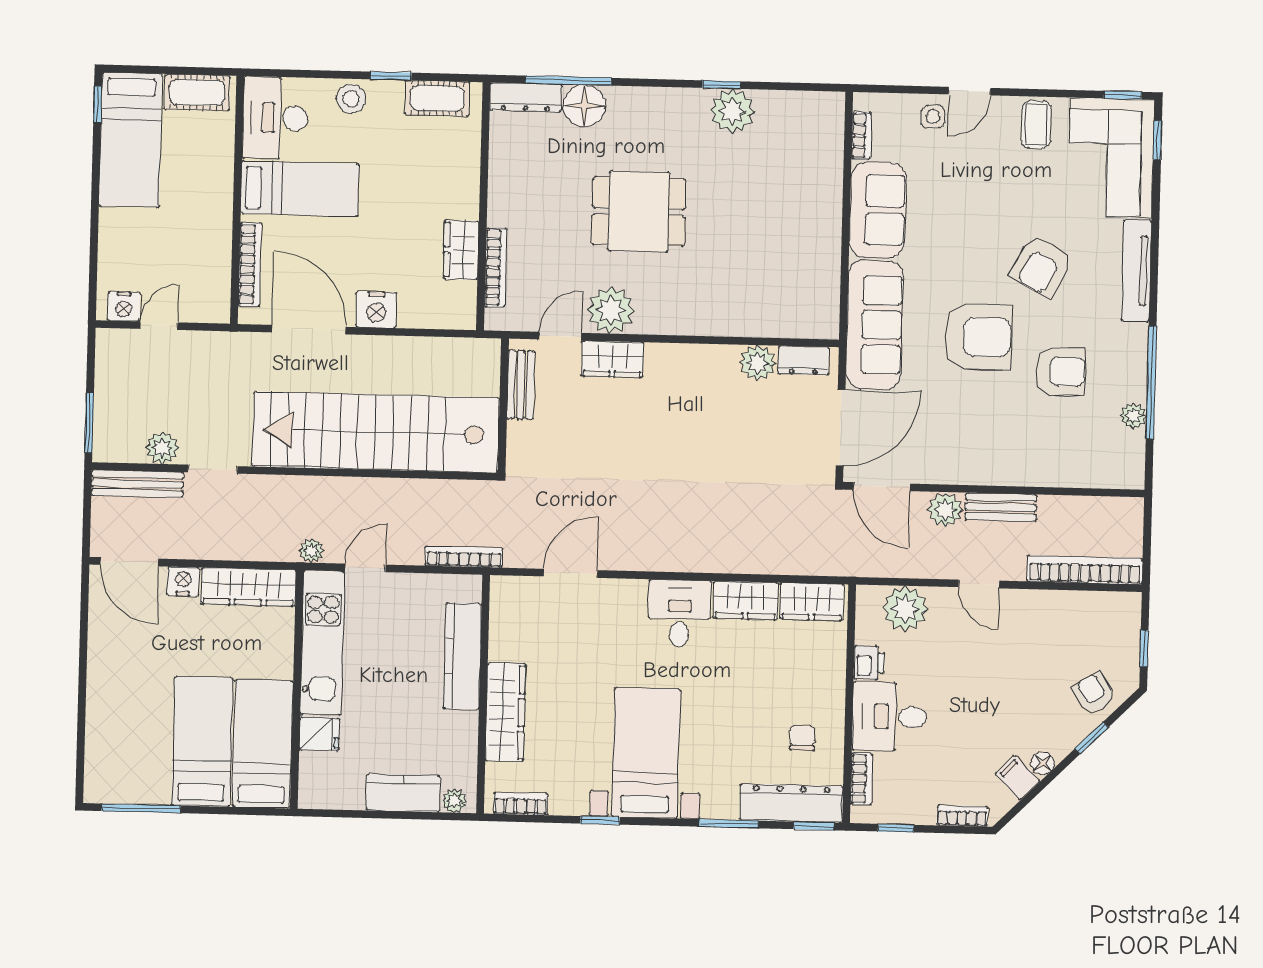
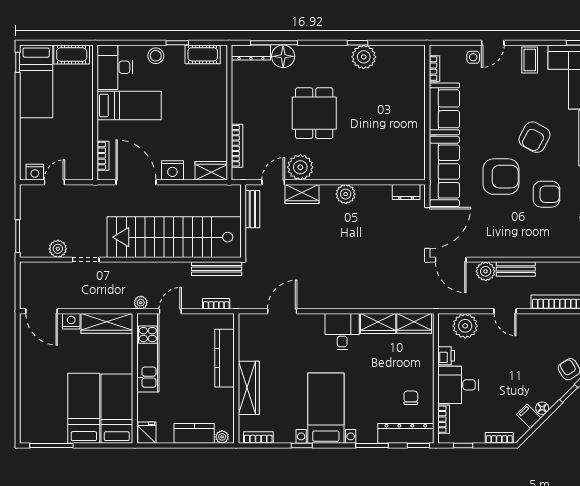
dining table: (639, 212) -> (314, 113), turned 90
wardrobe: (461, 250) -> (211, 171), moved, turned 90
bookcase: (250, 265) -> (103, 156), width x0.64
plant: (758, 363) -> (346, 194), moved
bench: (137, 484) -> (217, 269), moved
bookcase: (464, 557) -> (216, 304), width x0.64
fridge: (319, 734) -> (147, 433), moved, turned -90

